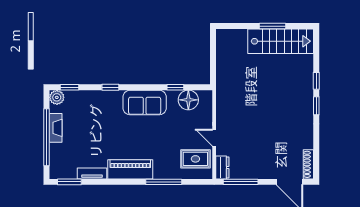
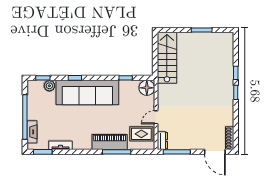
stairs: (281, 41) -> (167, 58), moved, turned -90
plant: (57, 97) -> (49, 86), moved
floor lamp: (188, 100) -> (147, 88), moved
sofa: (145, 103) -> (87, 92), width x1.85, depth x1.27
fireplace: (56, 128) -> (32, 132), moved
door: (214, 138) -> (156, 117), hinge flipped
piano: (130, 169) -> (110, 142), moved

